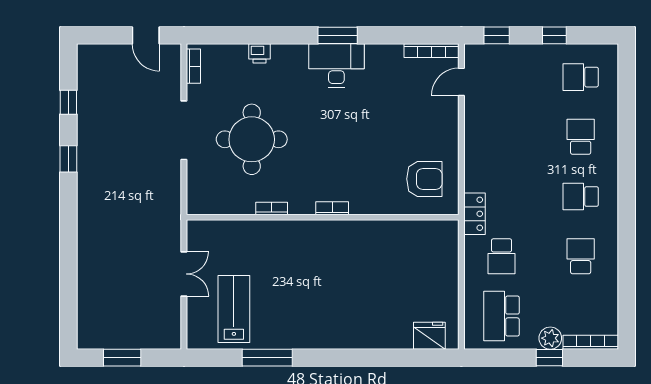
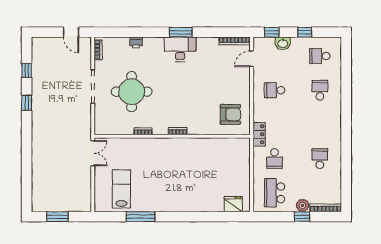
washbasin: (516, 55) -> (283, 43), added
school desk: (581, 197) -> (275, 90), moved
double door: (184, 274) -> (93, 153), moved

